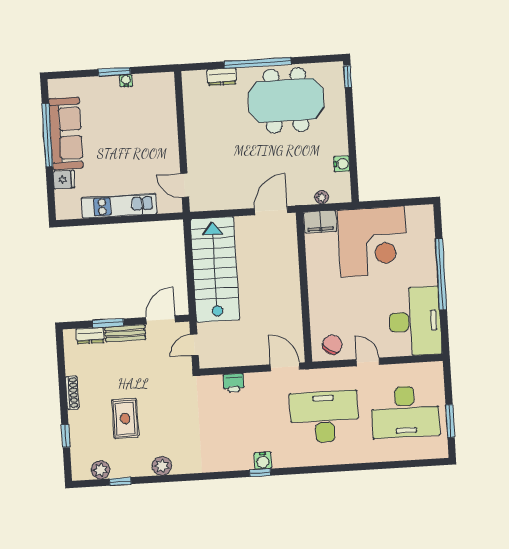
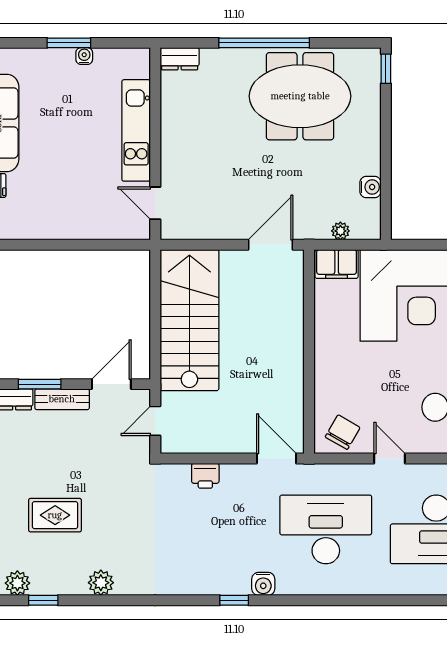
dresser: (222, 77) -> (180, 59), moved
kitchen unit: (119, 206) -> (136, 130), moved, turned -90
rug: (125, 418) -> (55, 515), turned 90
water cooler: (263, 461) -> (263, 584), moved

